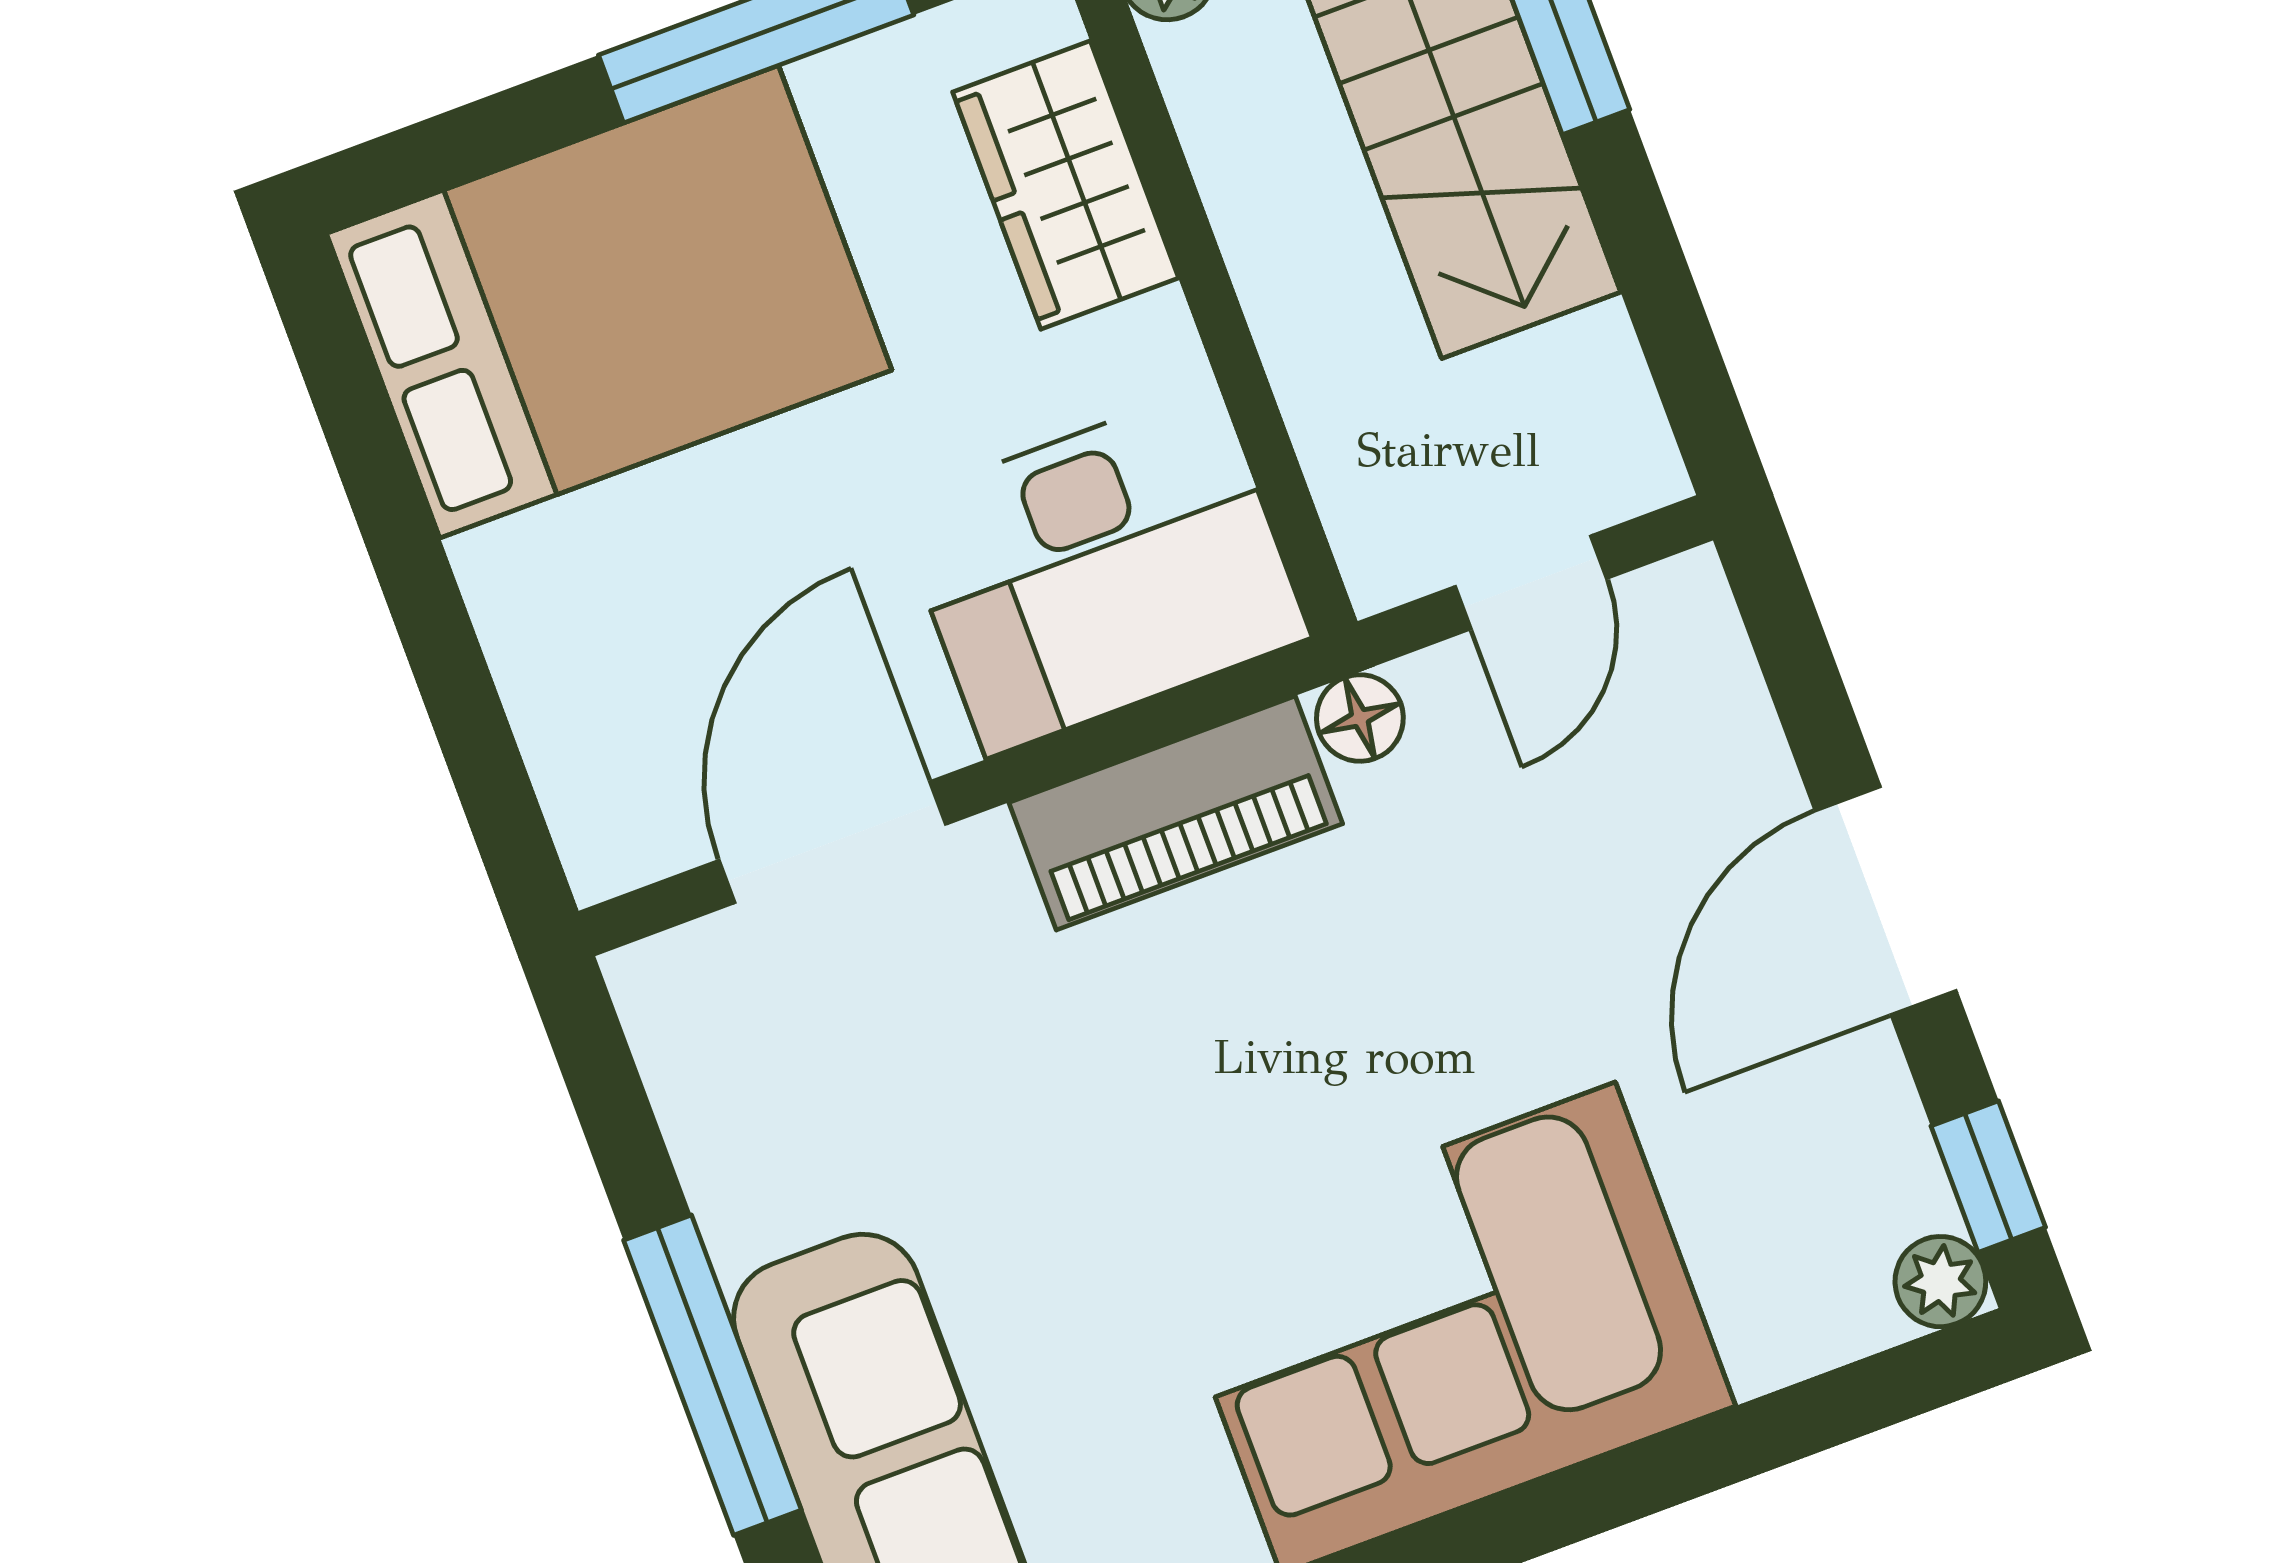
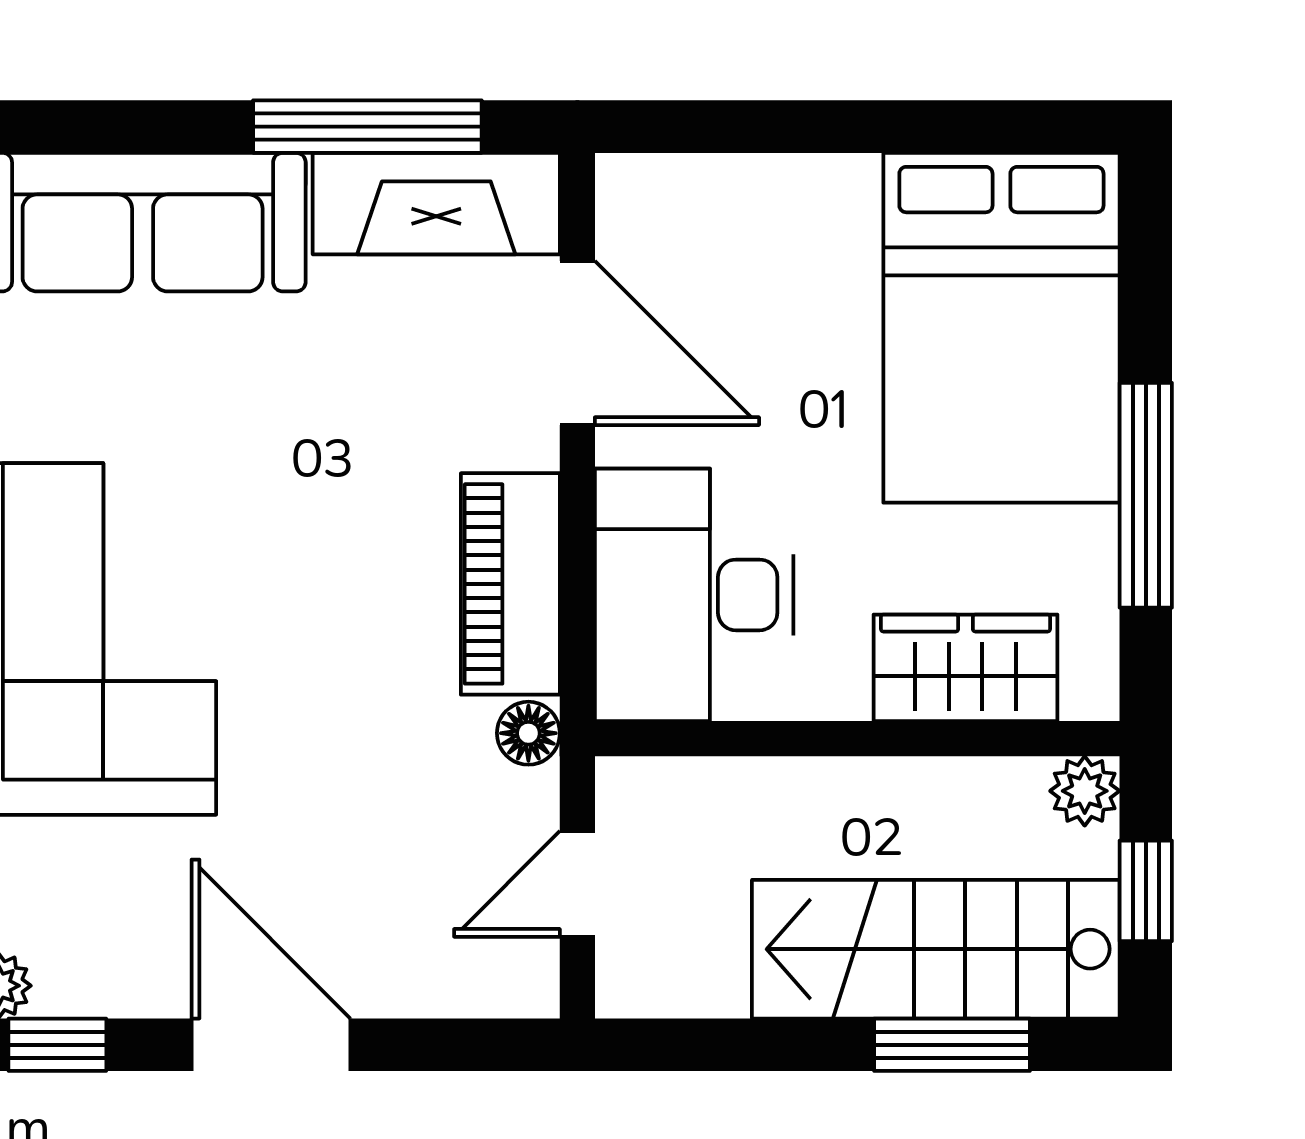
door: (1531, 582) -> (577, 884), hinge flipped
fireplace: (720, 1091) -> (436, 204), added
window: (712, 1375) -> (367, 127), moved

